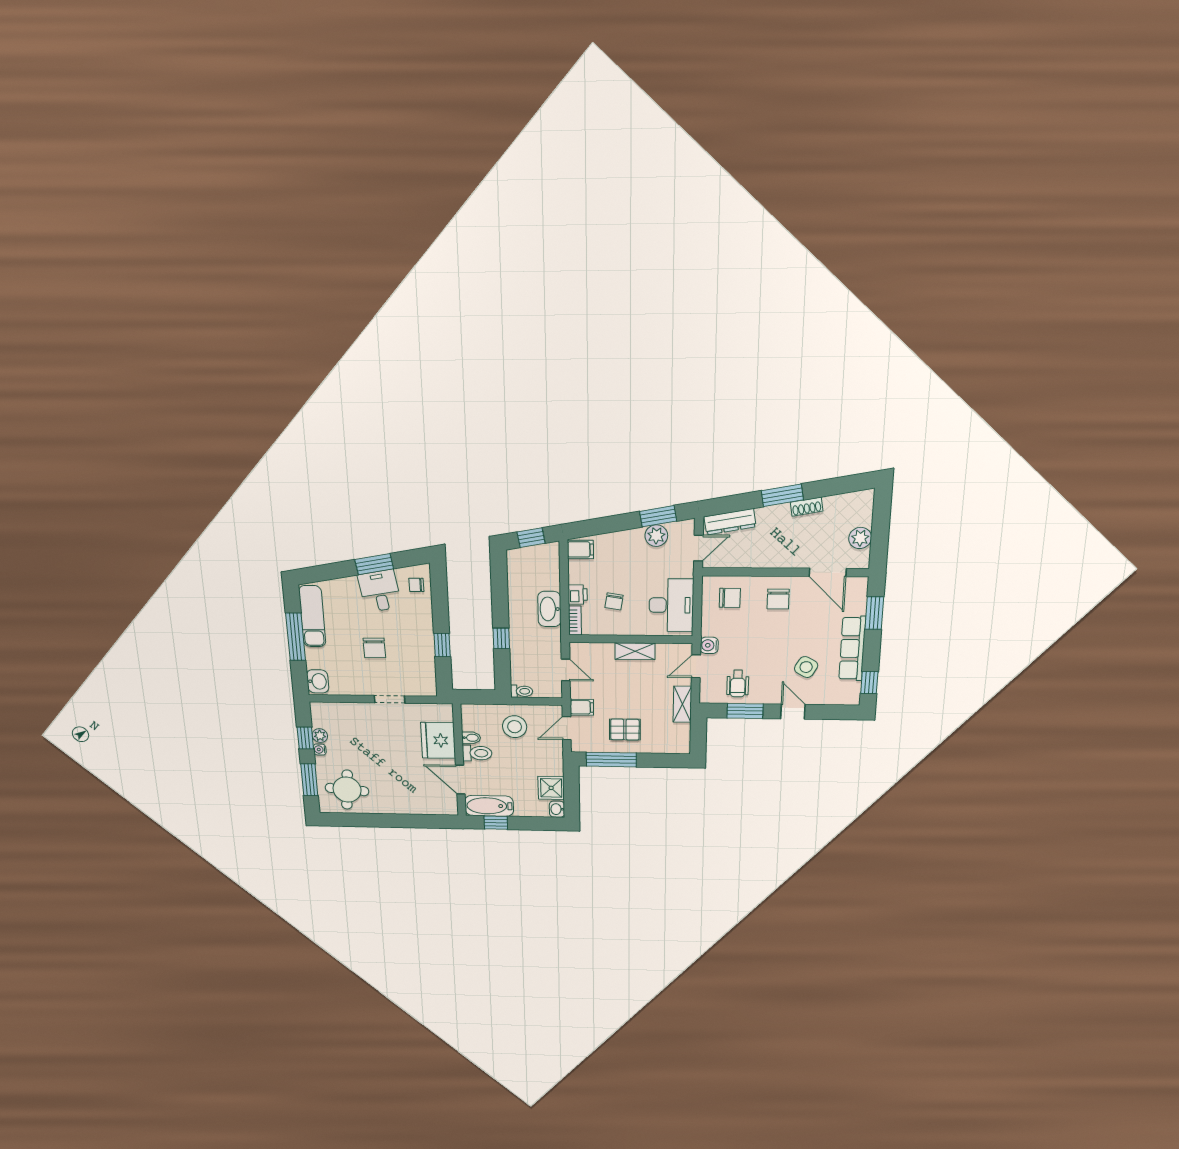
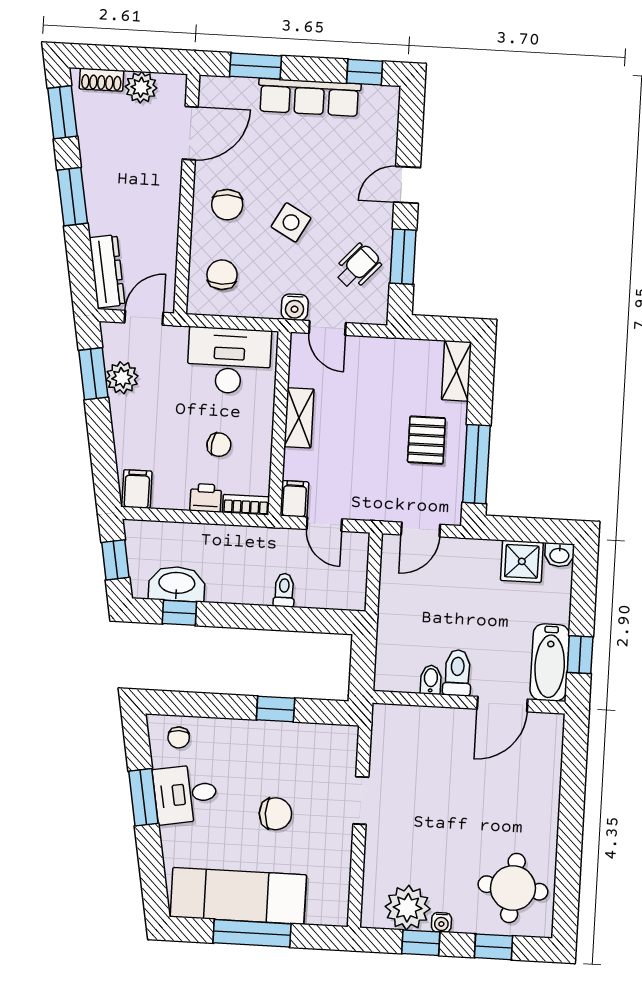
window: (843, 485) -> (62, 112), added
shoe rack: (807, 507) -> (101, 80), moved, turned 100
door: (698, 548) -> (144, 318), hinge flipped
chair: (778, 599) -> (227, 205), turned 90
washbasin: (549, 609) -> (177, 584), moved, turned 180
exam couch: (312, 616) -> (238, 896), width x1.36, depth x1.45
window: (501, 638) -> (179, 613), moved
side table: (806, 667) -> (291, 222), moved
door: (566, 670) -> (324, 524), swing flipped
washbasin: (318, 681) -> (326, 909), removed
wheelchair: (738, 684) -> (358, 266), turned -48
toilet: (522, 691) -> (284, 590), moved
shelving: (682, 704) -> (456, 371), moved, turned 90
filing cabinet: (582, 707) -> (294, 499), moved
stool: (515, 727) -> (415, 610), removed
door: (567, 728) -> (421, 530), hinge flipped
plant: (320, 736) -> (408, 908), width x1.88, depth x1.88
fridge: (438, 740) -> (433, 732), removed
window: (309, 780) -> (493, 947), width x0.67

